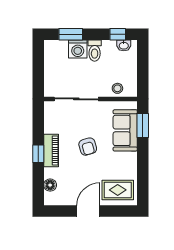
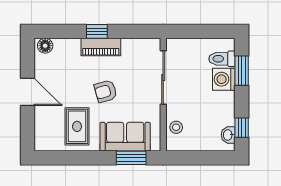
toilet: (95, 51) -> (222, 59), moved
floor lamp: (50, 185) -> (45, 46), moved
rug: (118, 190) -> (77, 126), moved

